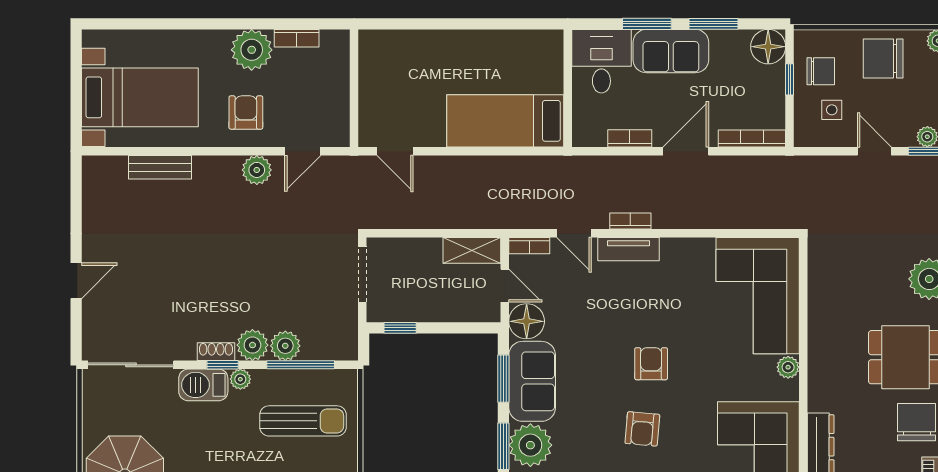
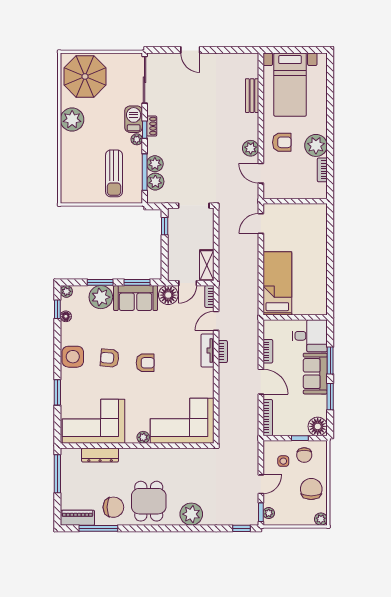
plant: (252, 345) -> (155, 182), moved

